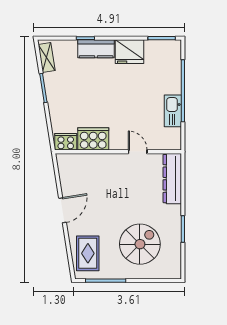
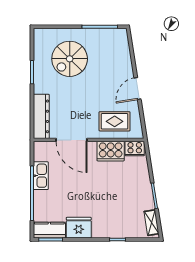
kitchen counter: (96, 49) -> (49, 230), moved
door: (138, 152) -> (72, 140), width x1.87
rug: (88, 253) -> (115, 121), moved, turned 90

